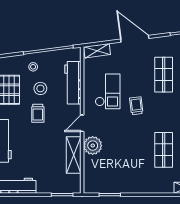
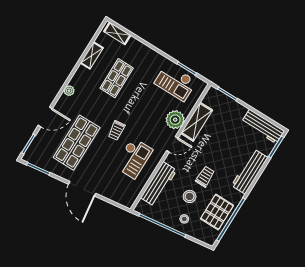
shelving: (97, 51) -> (121, 199), removed
shop shelf: (164, 75) -> (77, 143), width x1.43, depth x1.36
checkout: (108, 91) -> (133, 158), turned 180
checkout: (112, 177) -> (175, 82), added

